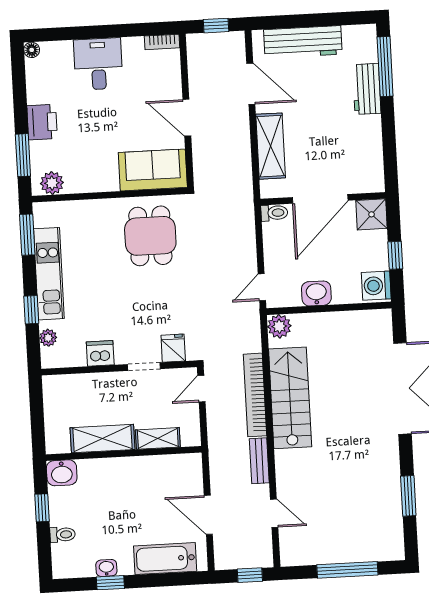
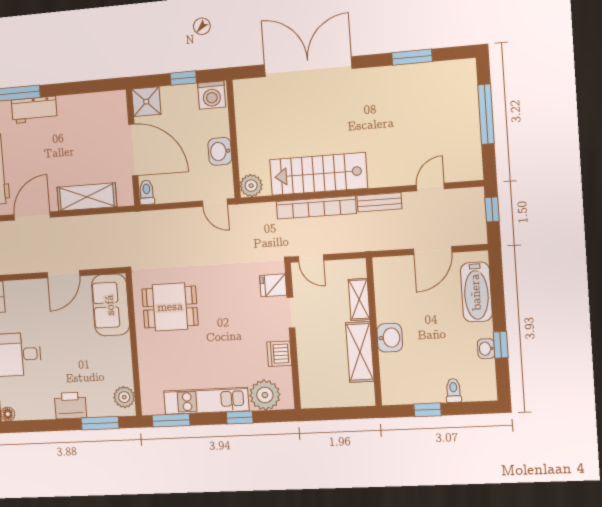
plant: (48, 338) -> (265, 395), width x1.88, depth x1.88
washbasin: (62, 473) -> (390, 338), moved

